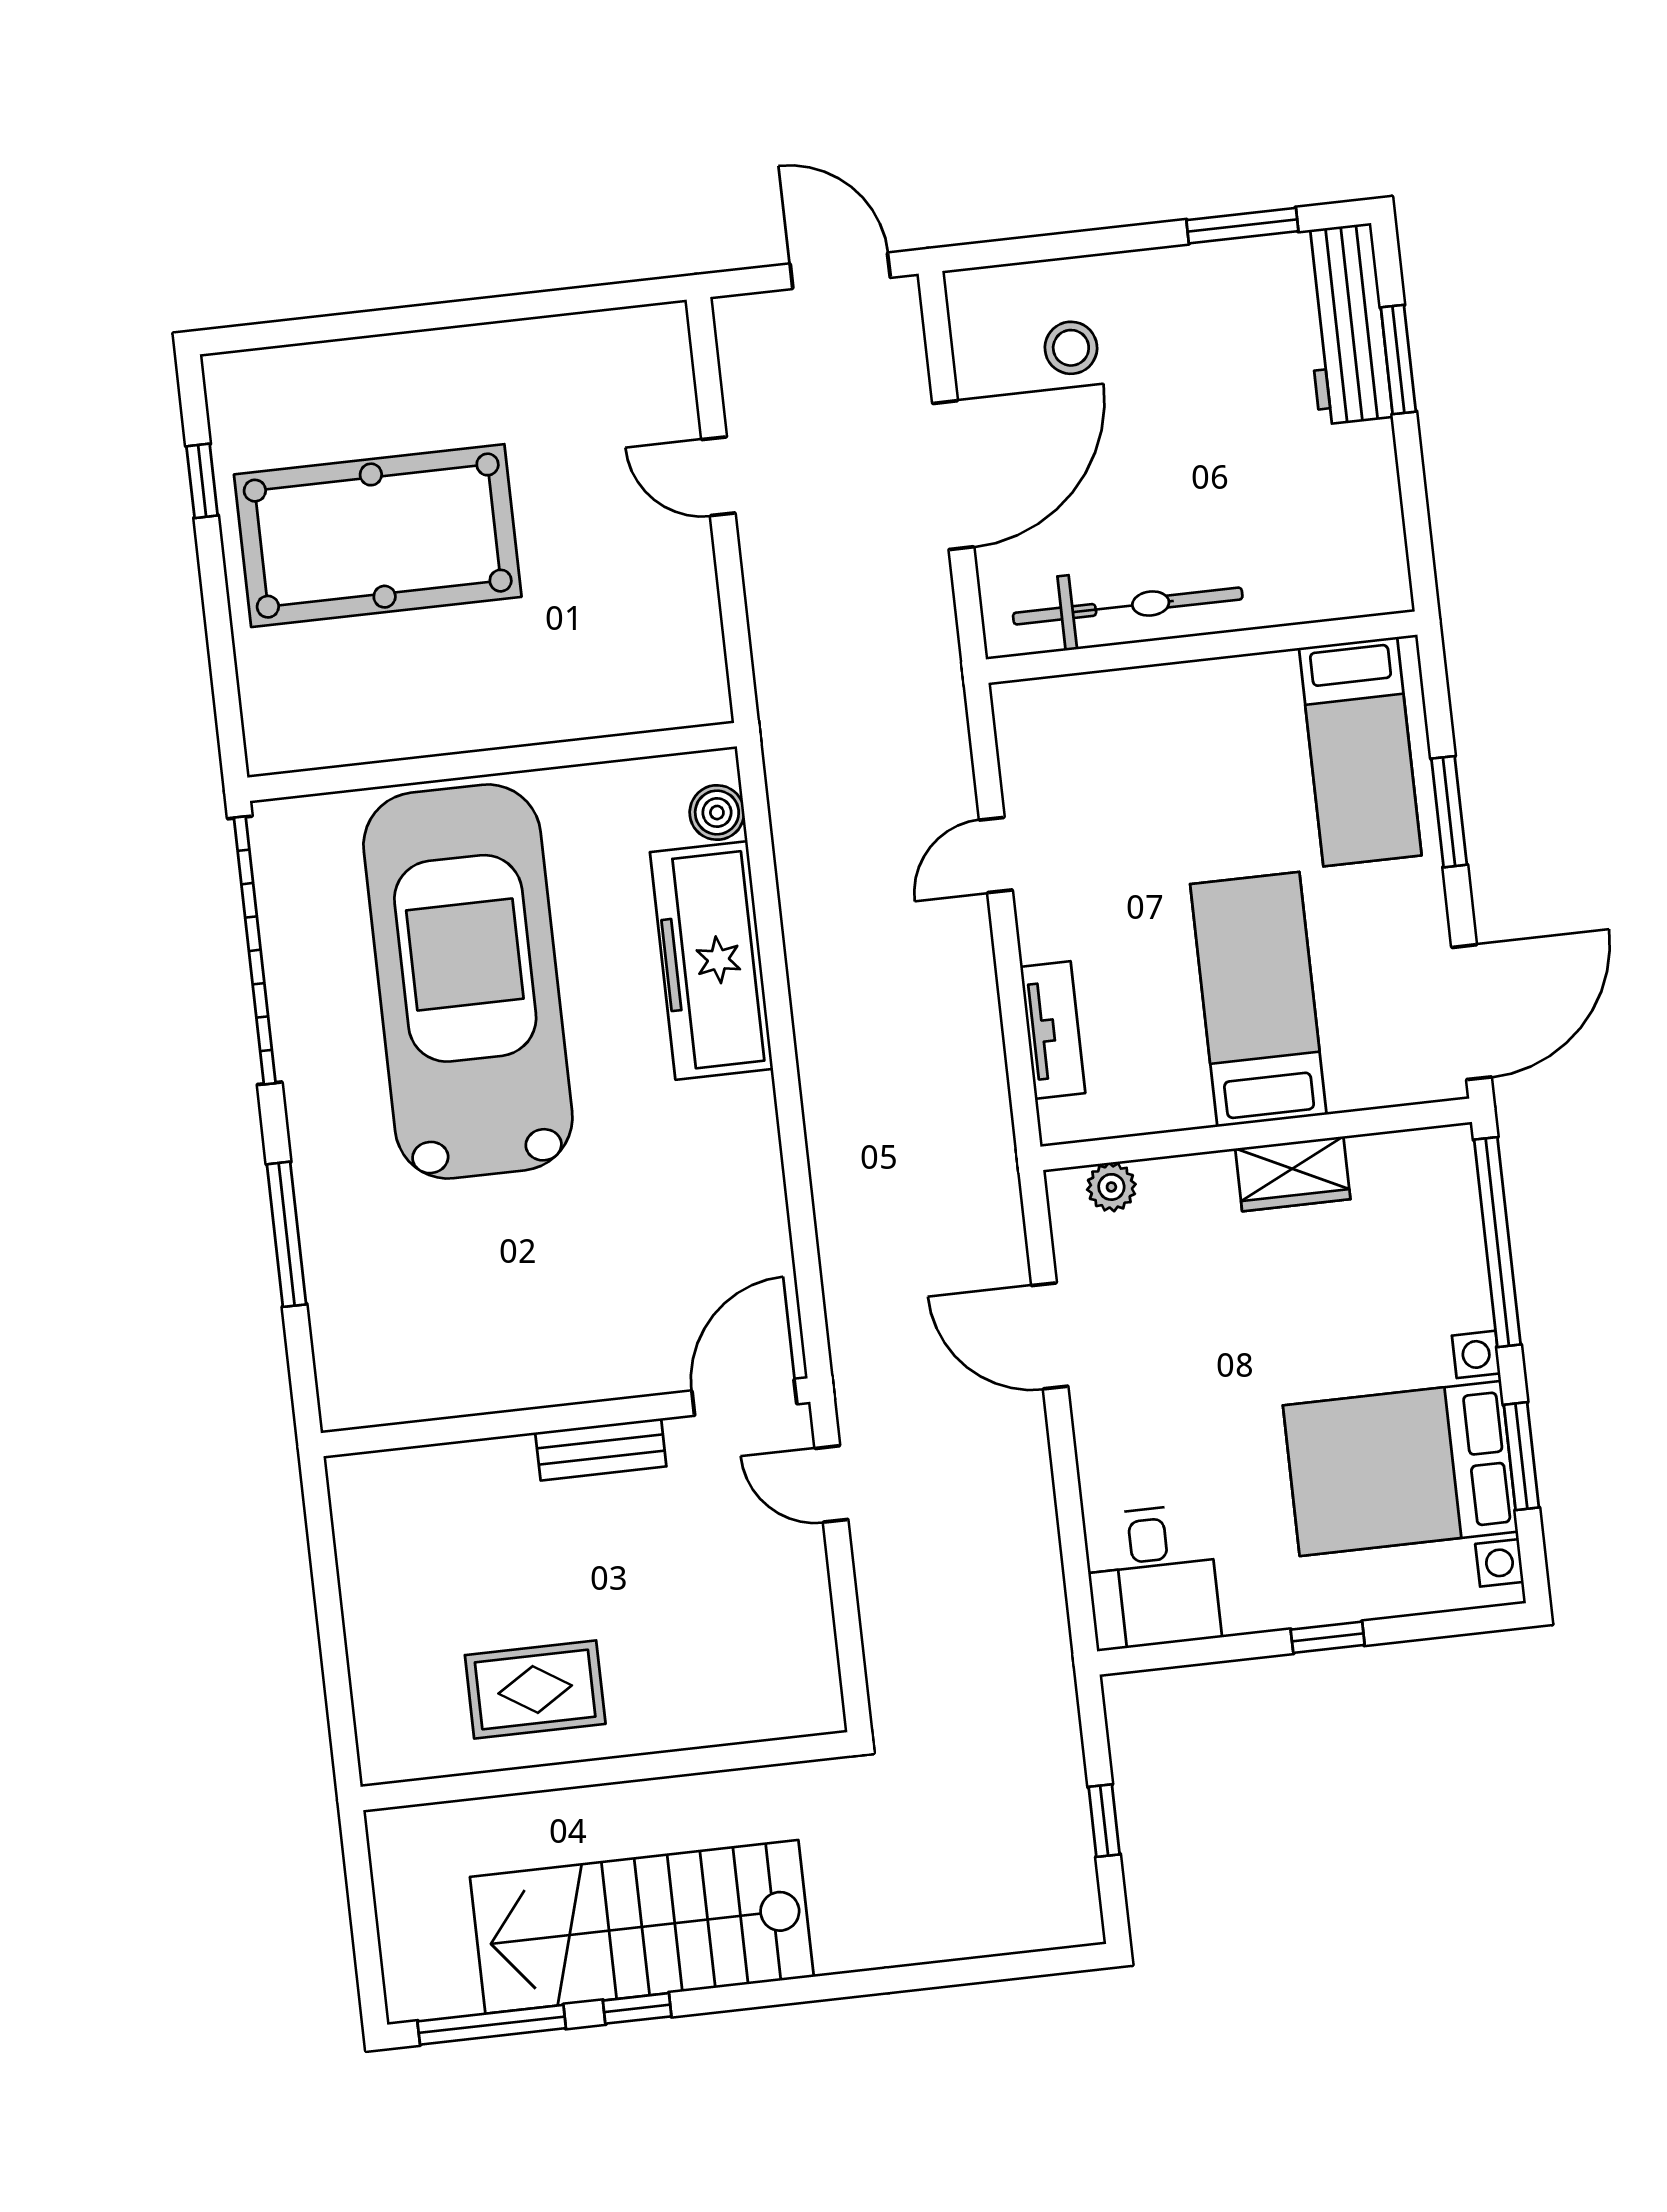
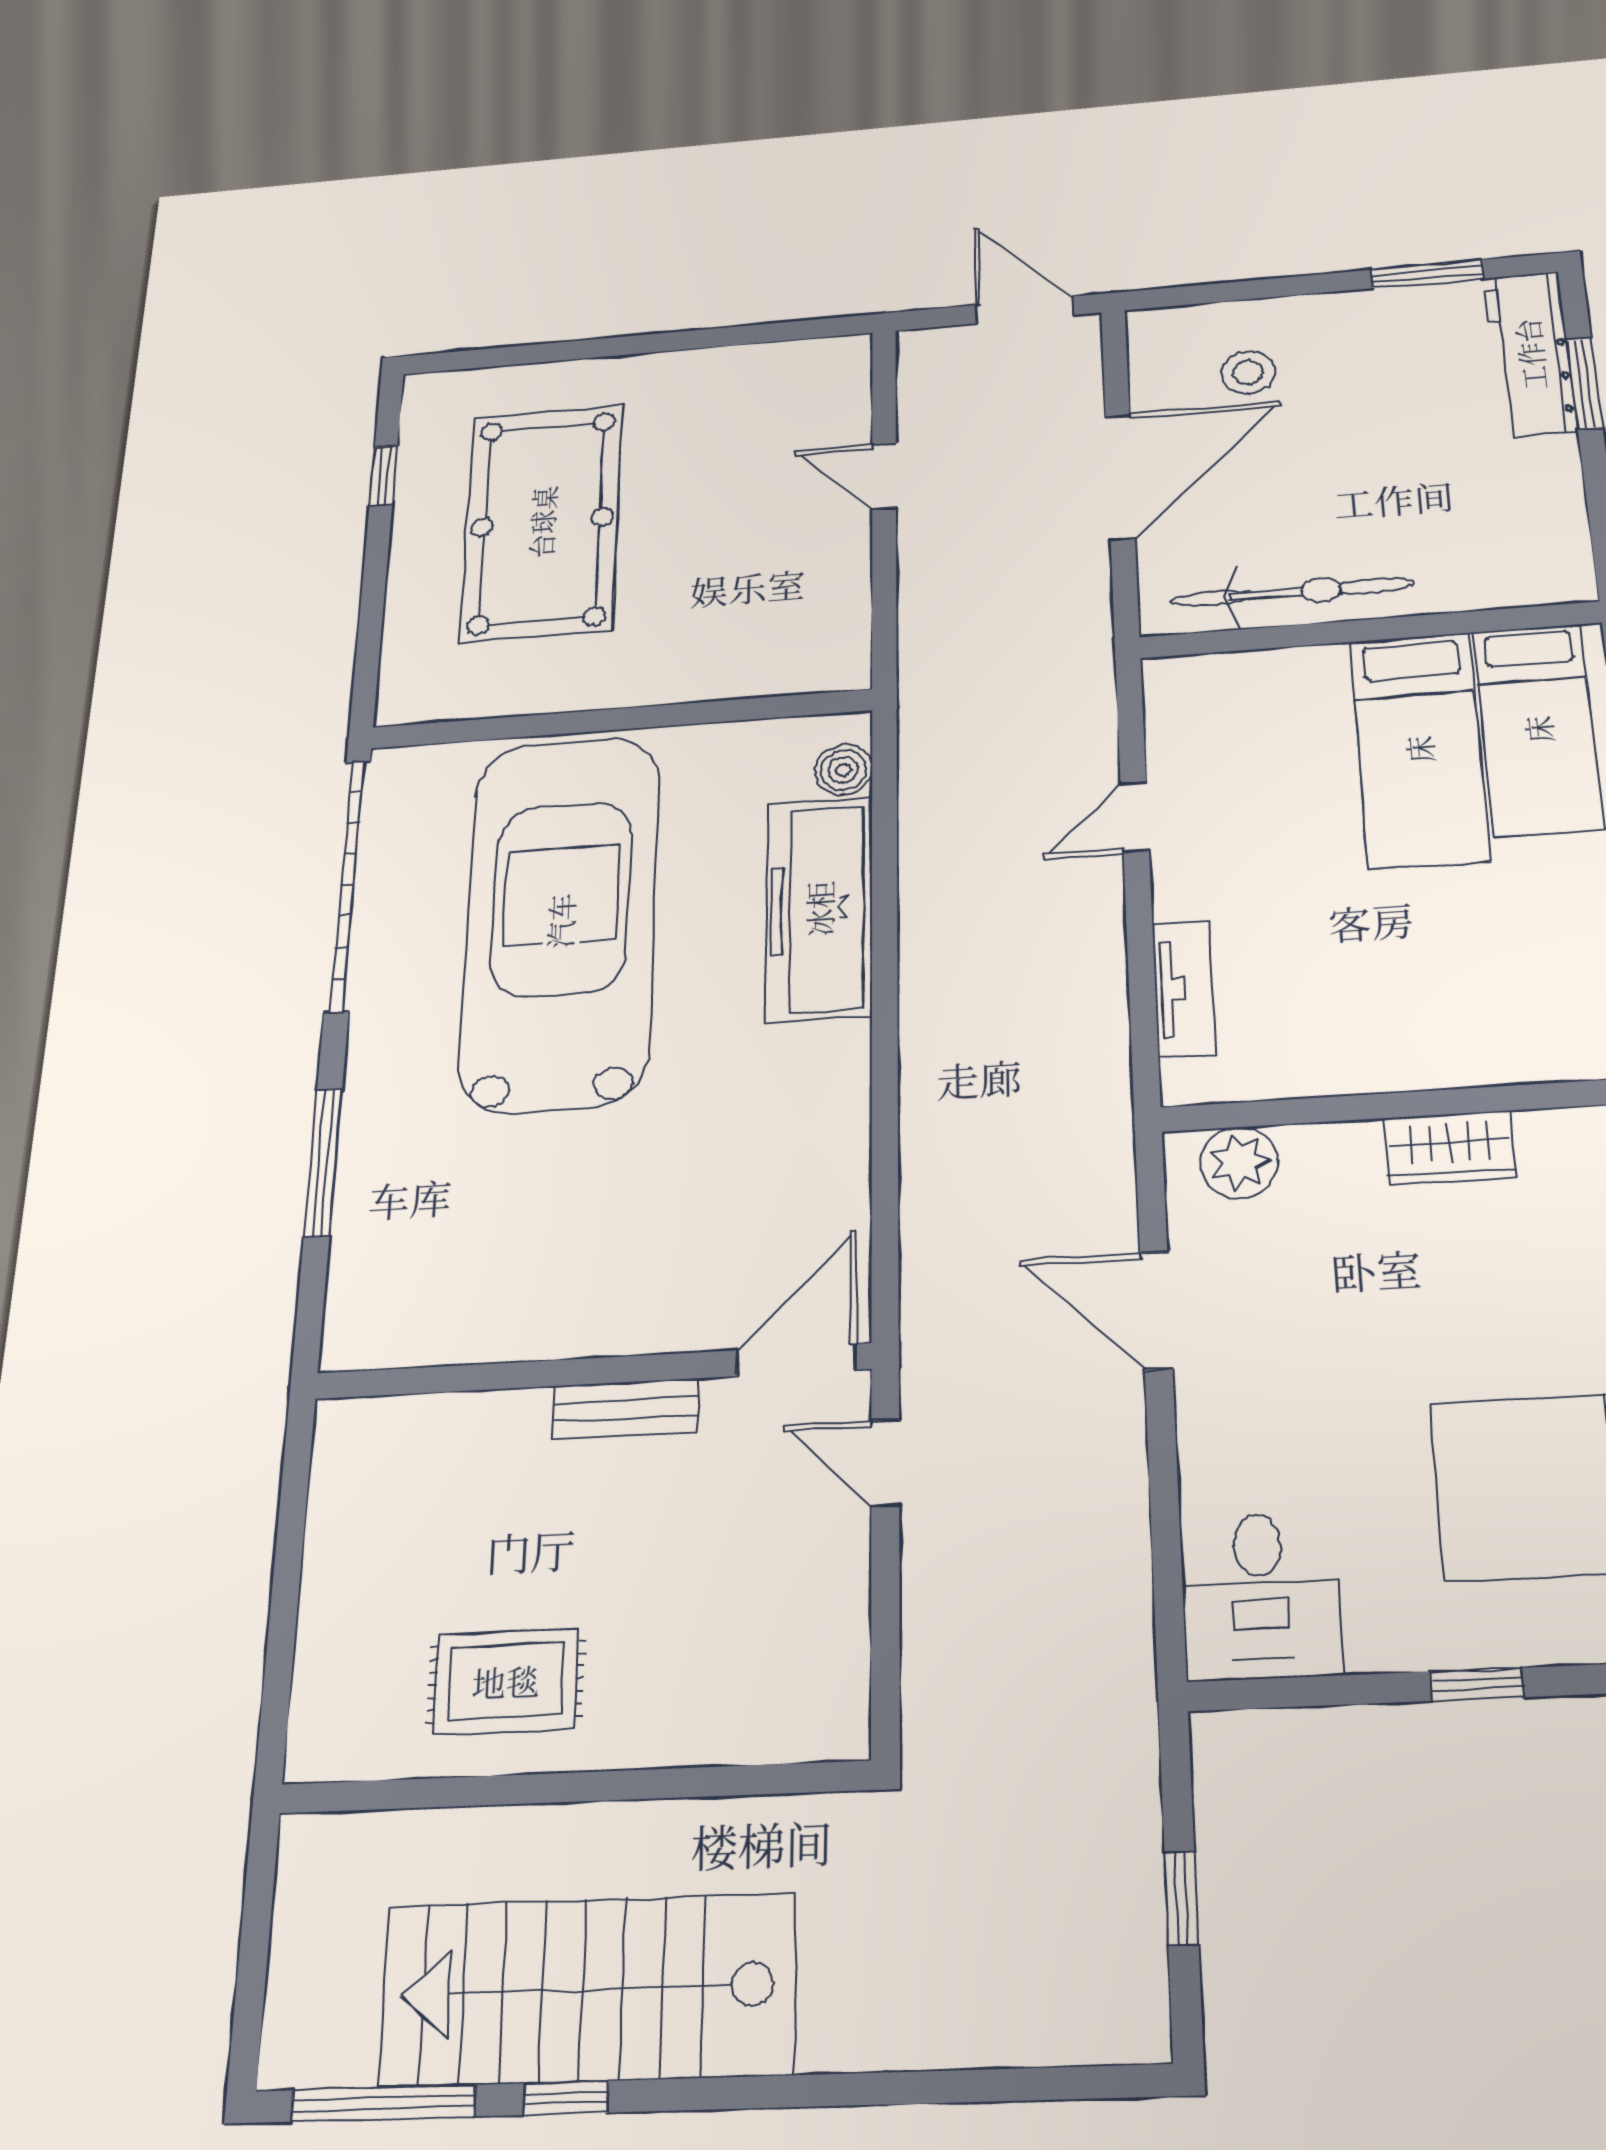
pool table: (378, 536) -> (542, 522), turned 90
bed: (1258, 999) -> (1419, 749), moved, turned 180
plant: (1111, 1187) -> (1239, 1163), width x1.38, depth x1.38

